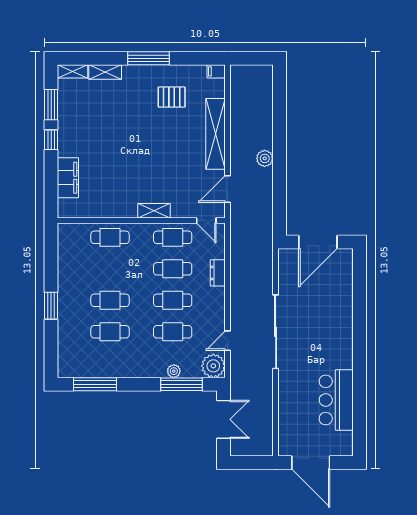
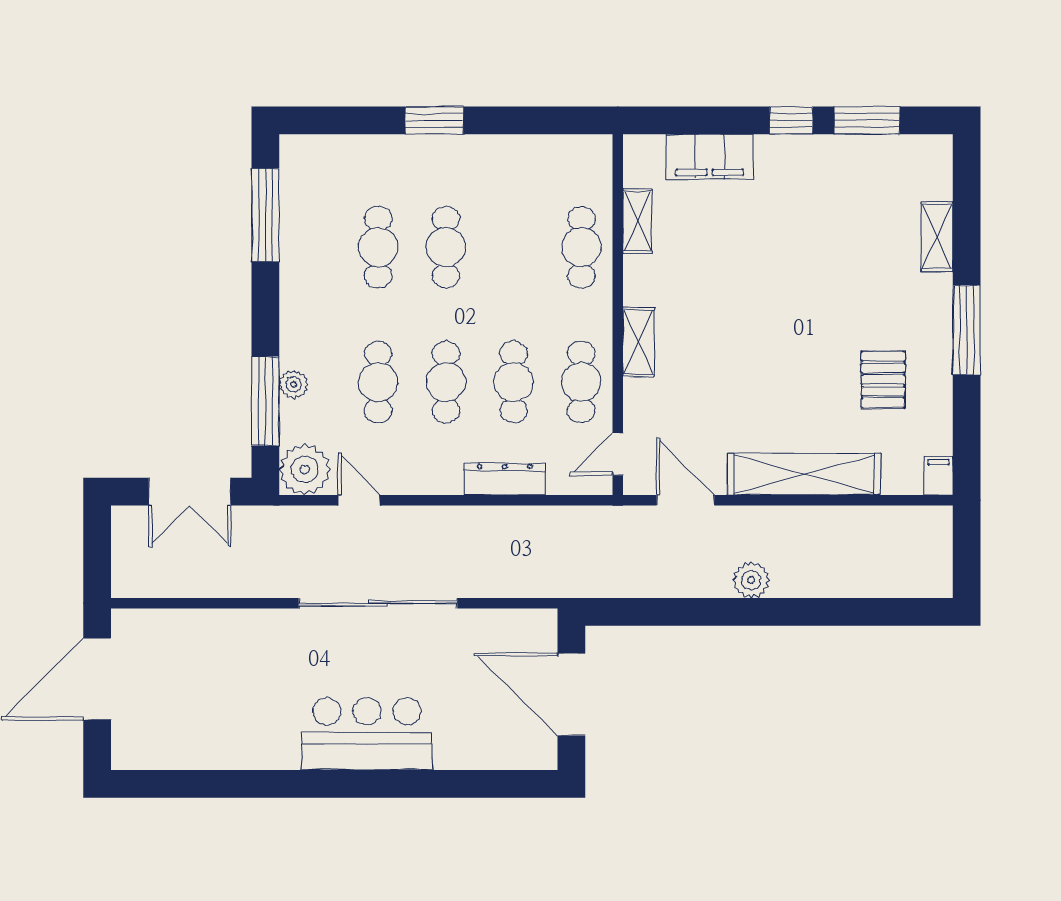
shelving: (73, 71) -> (637, 221), moved
dresser: (218, 273) -> (505, 479), width x1.44
bar counter: (336, 400) -> (367, 734), moved

